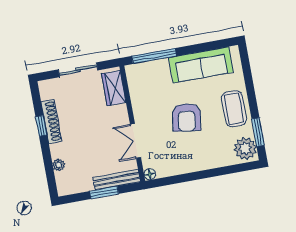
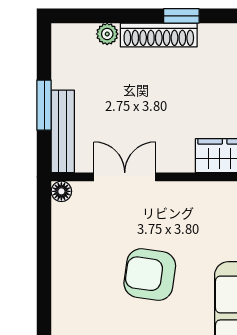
shoe rack: (51, 122) -> (159, 35), moved

